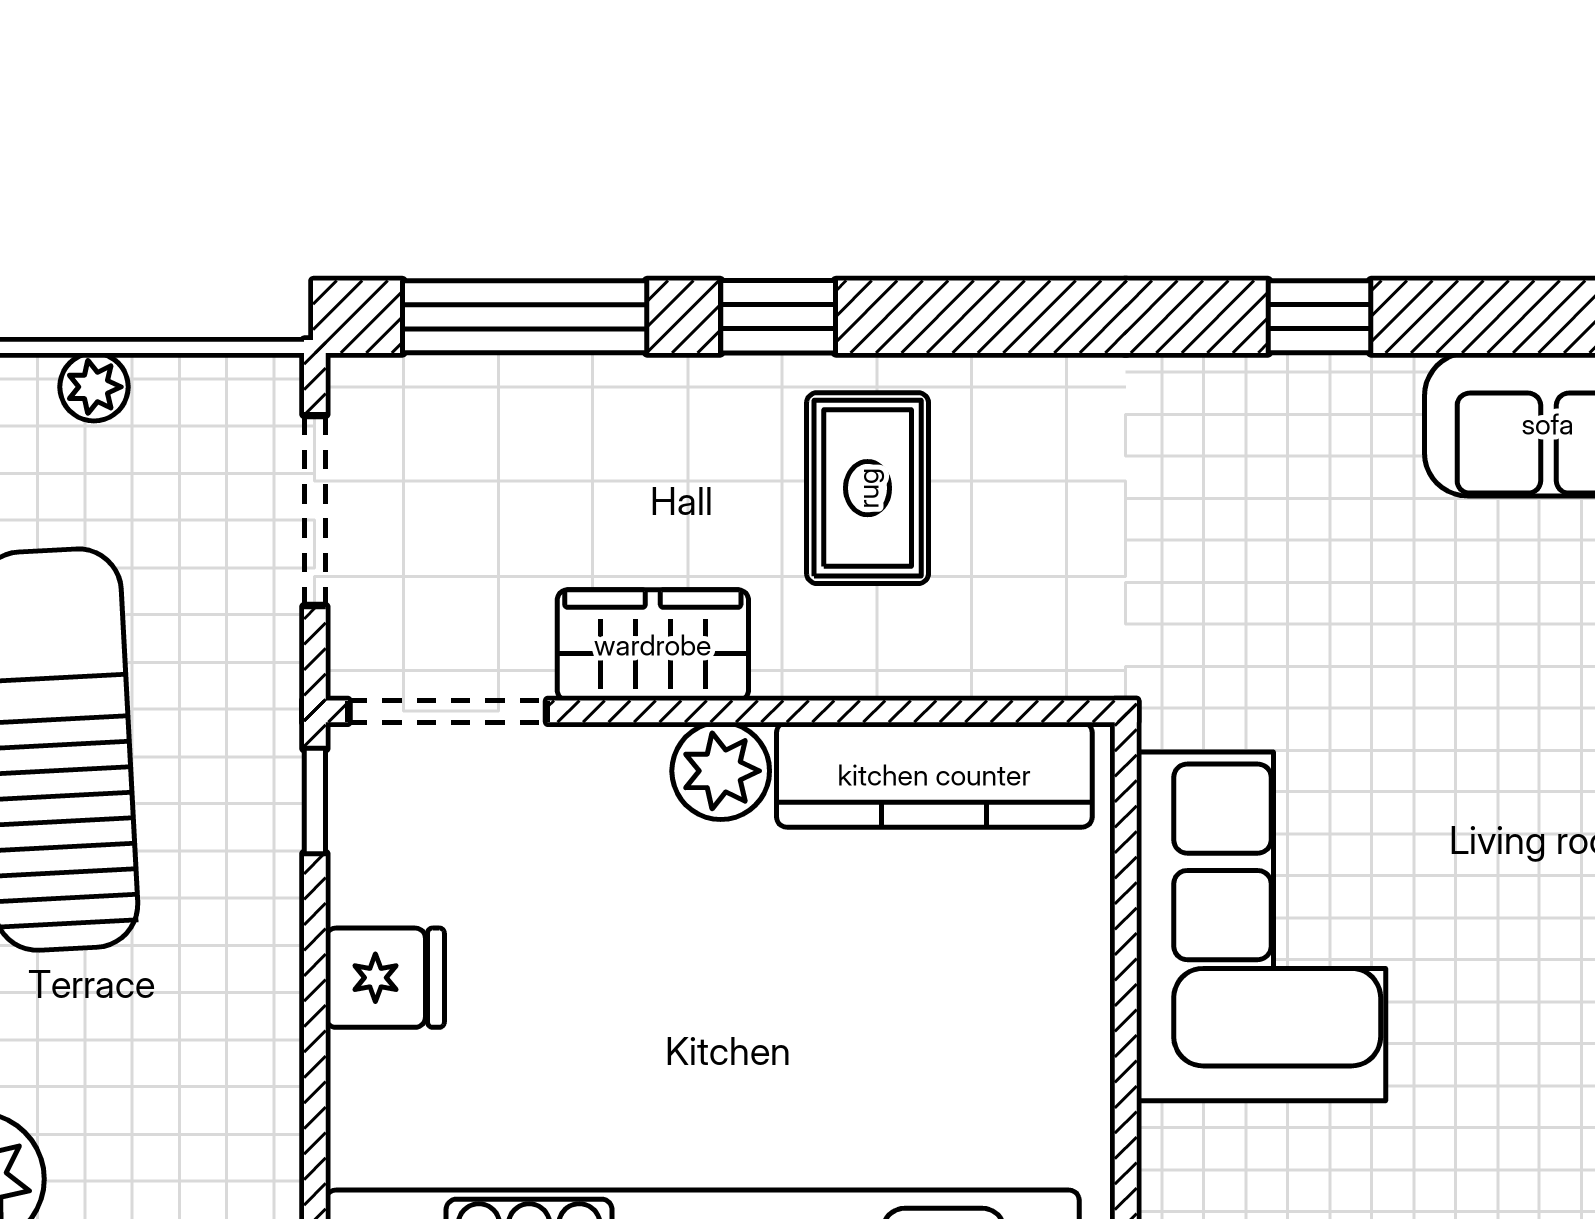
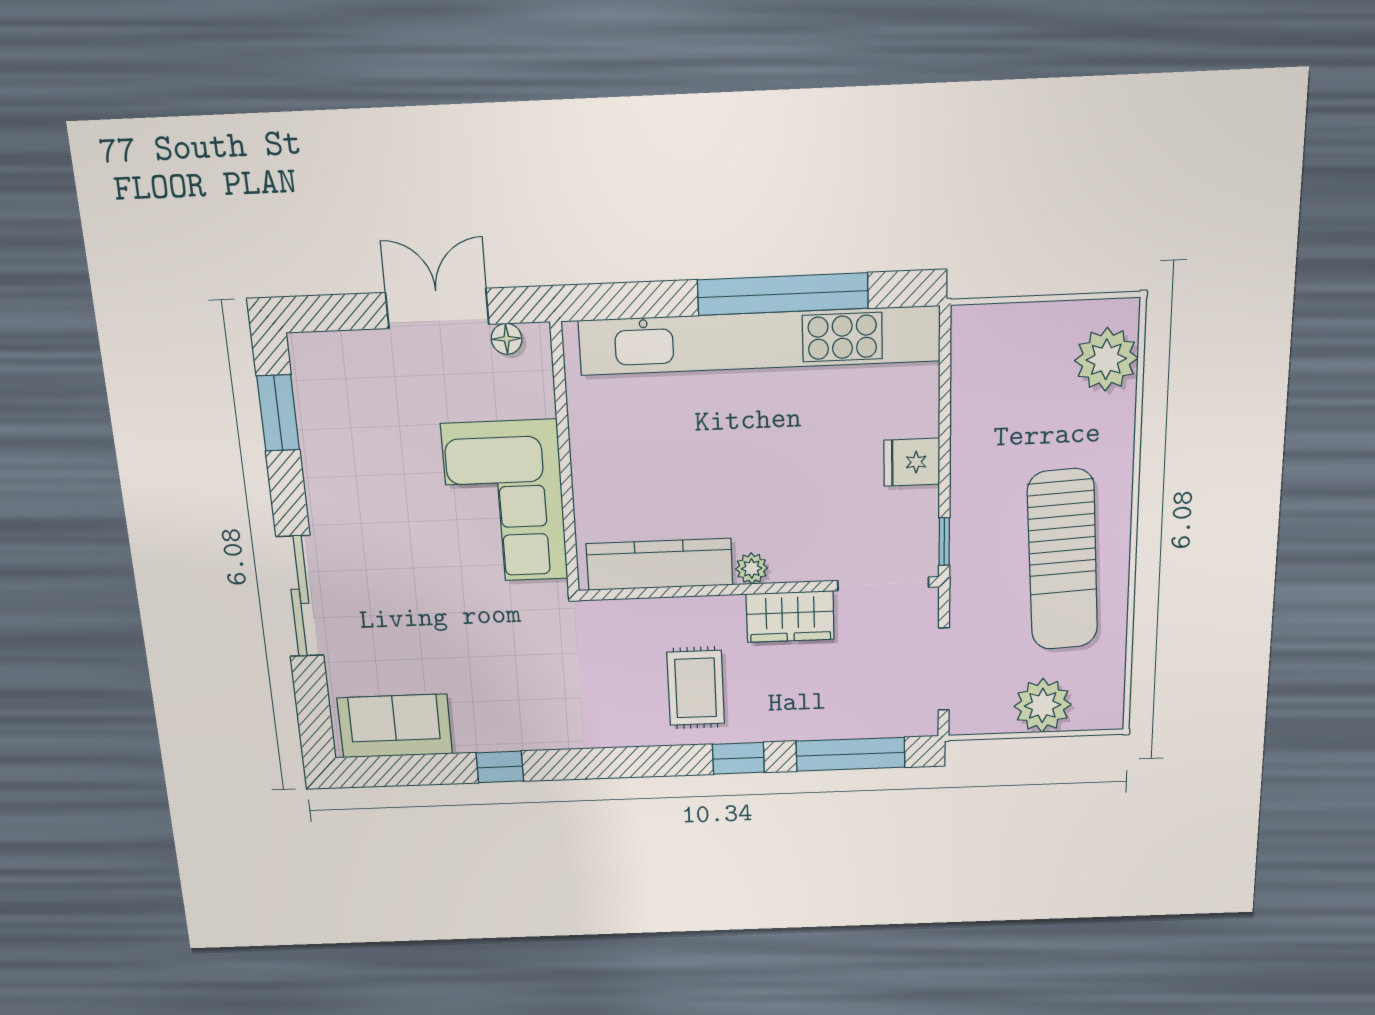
plant: (94, 387) -> (1043, 705), width x1.88, depth x1.88
plant: (721, 771) -> (752, 568), width x0.73, depth x0.73

